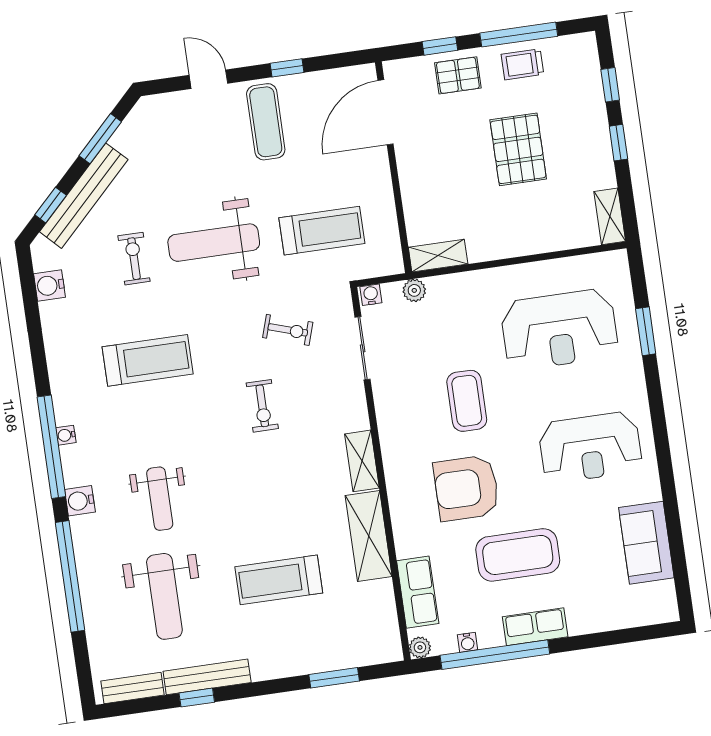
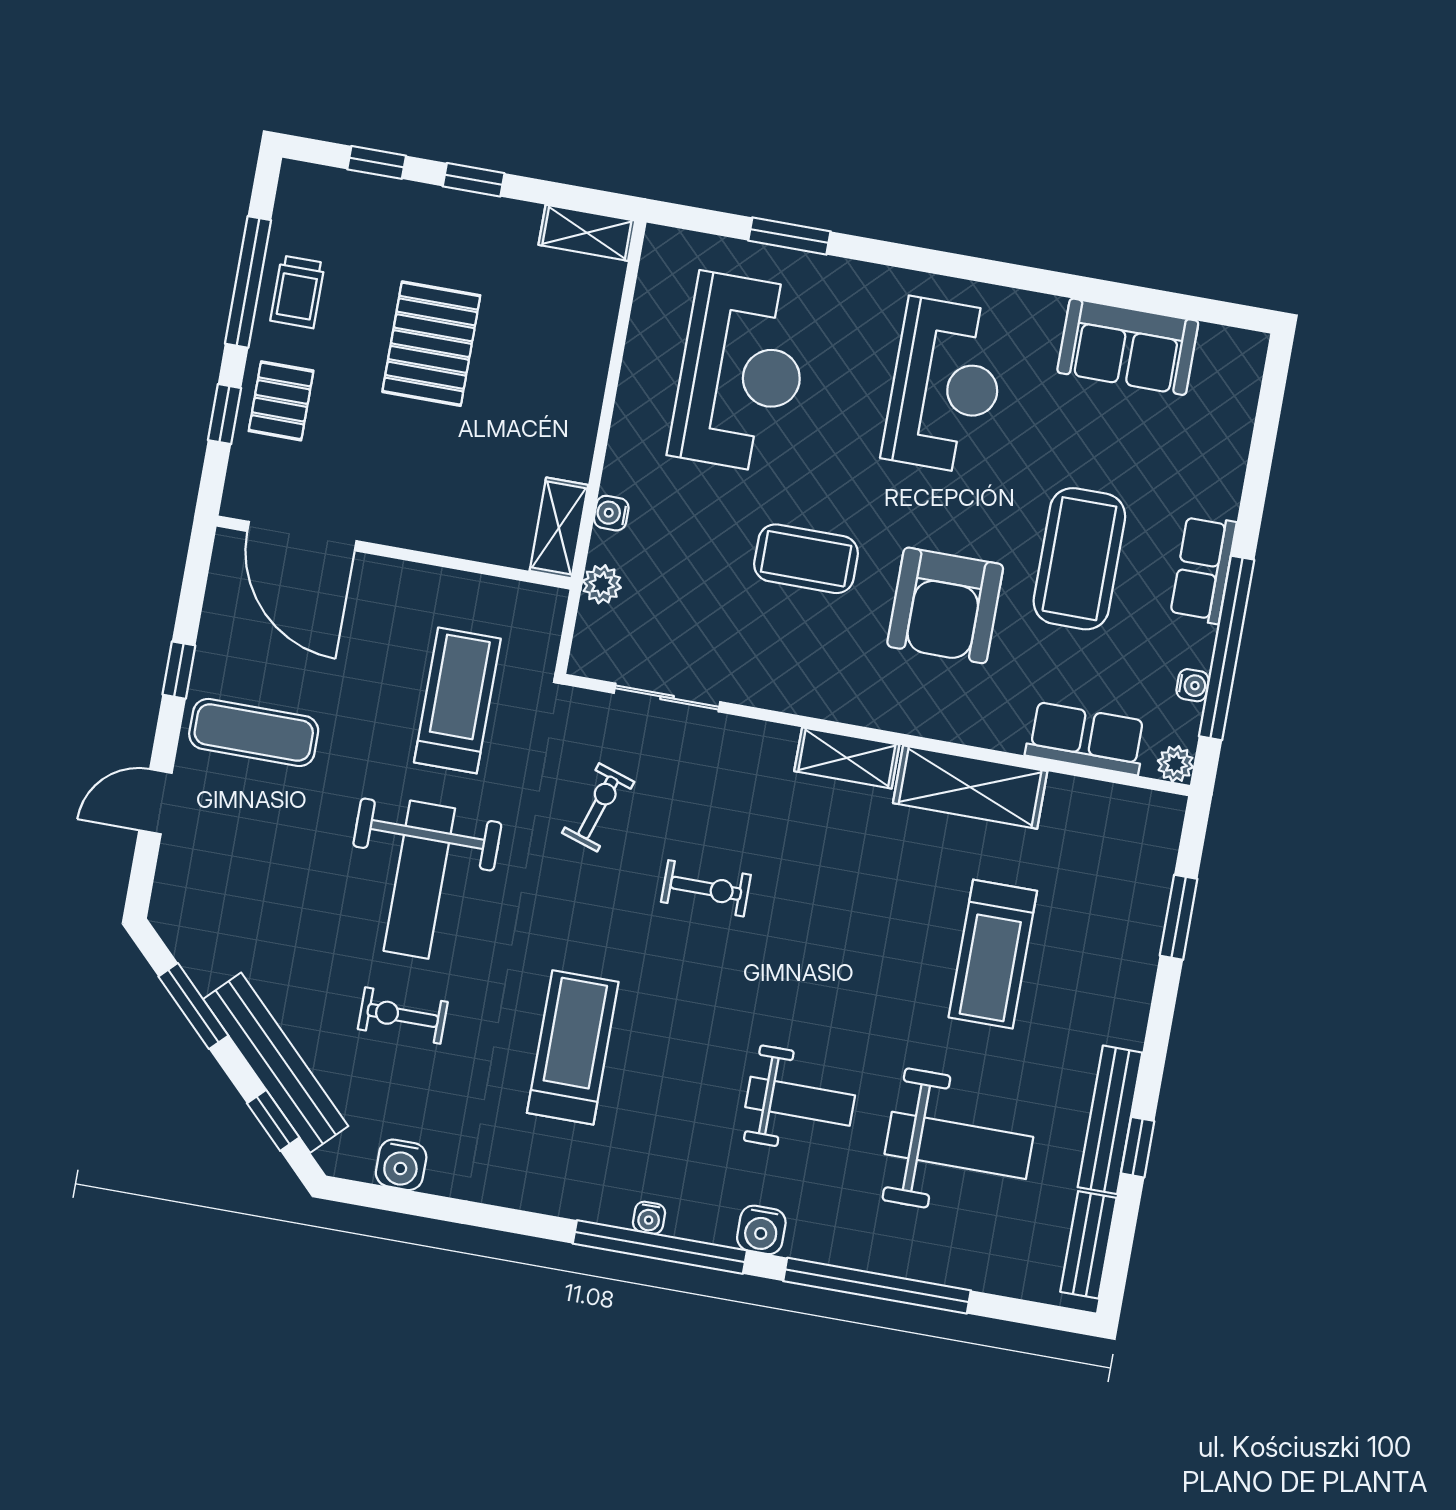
pallet: (518, 149) -> (431, 344), turned 90
water cooler: (371, 295) -> (611, 513), moved

